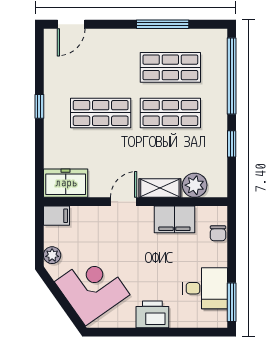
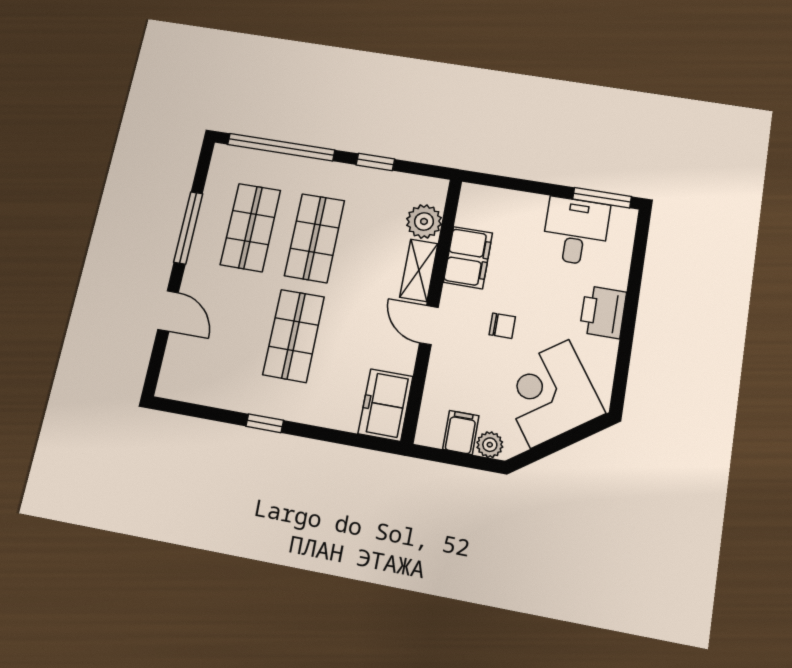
door: (71, 24) -> (168, 311), moved
filing cabinet: (57, 216) -> (461, 432), moved
chair: (218, 233) -> (502, 326), moved

